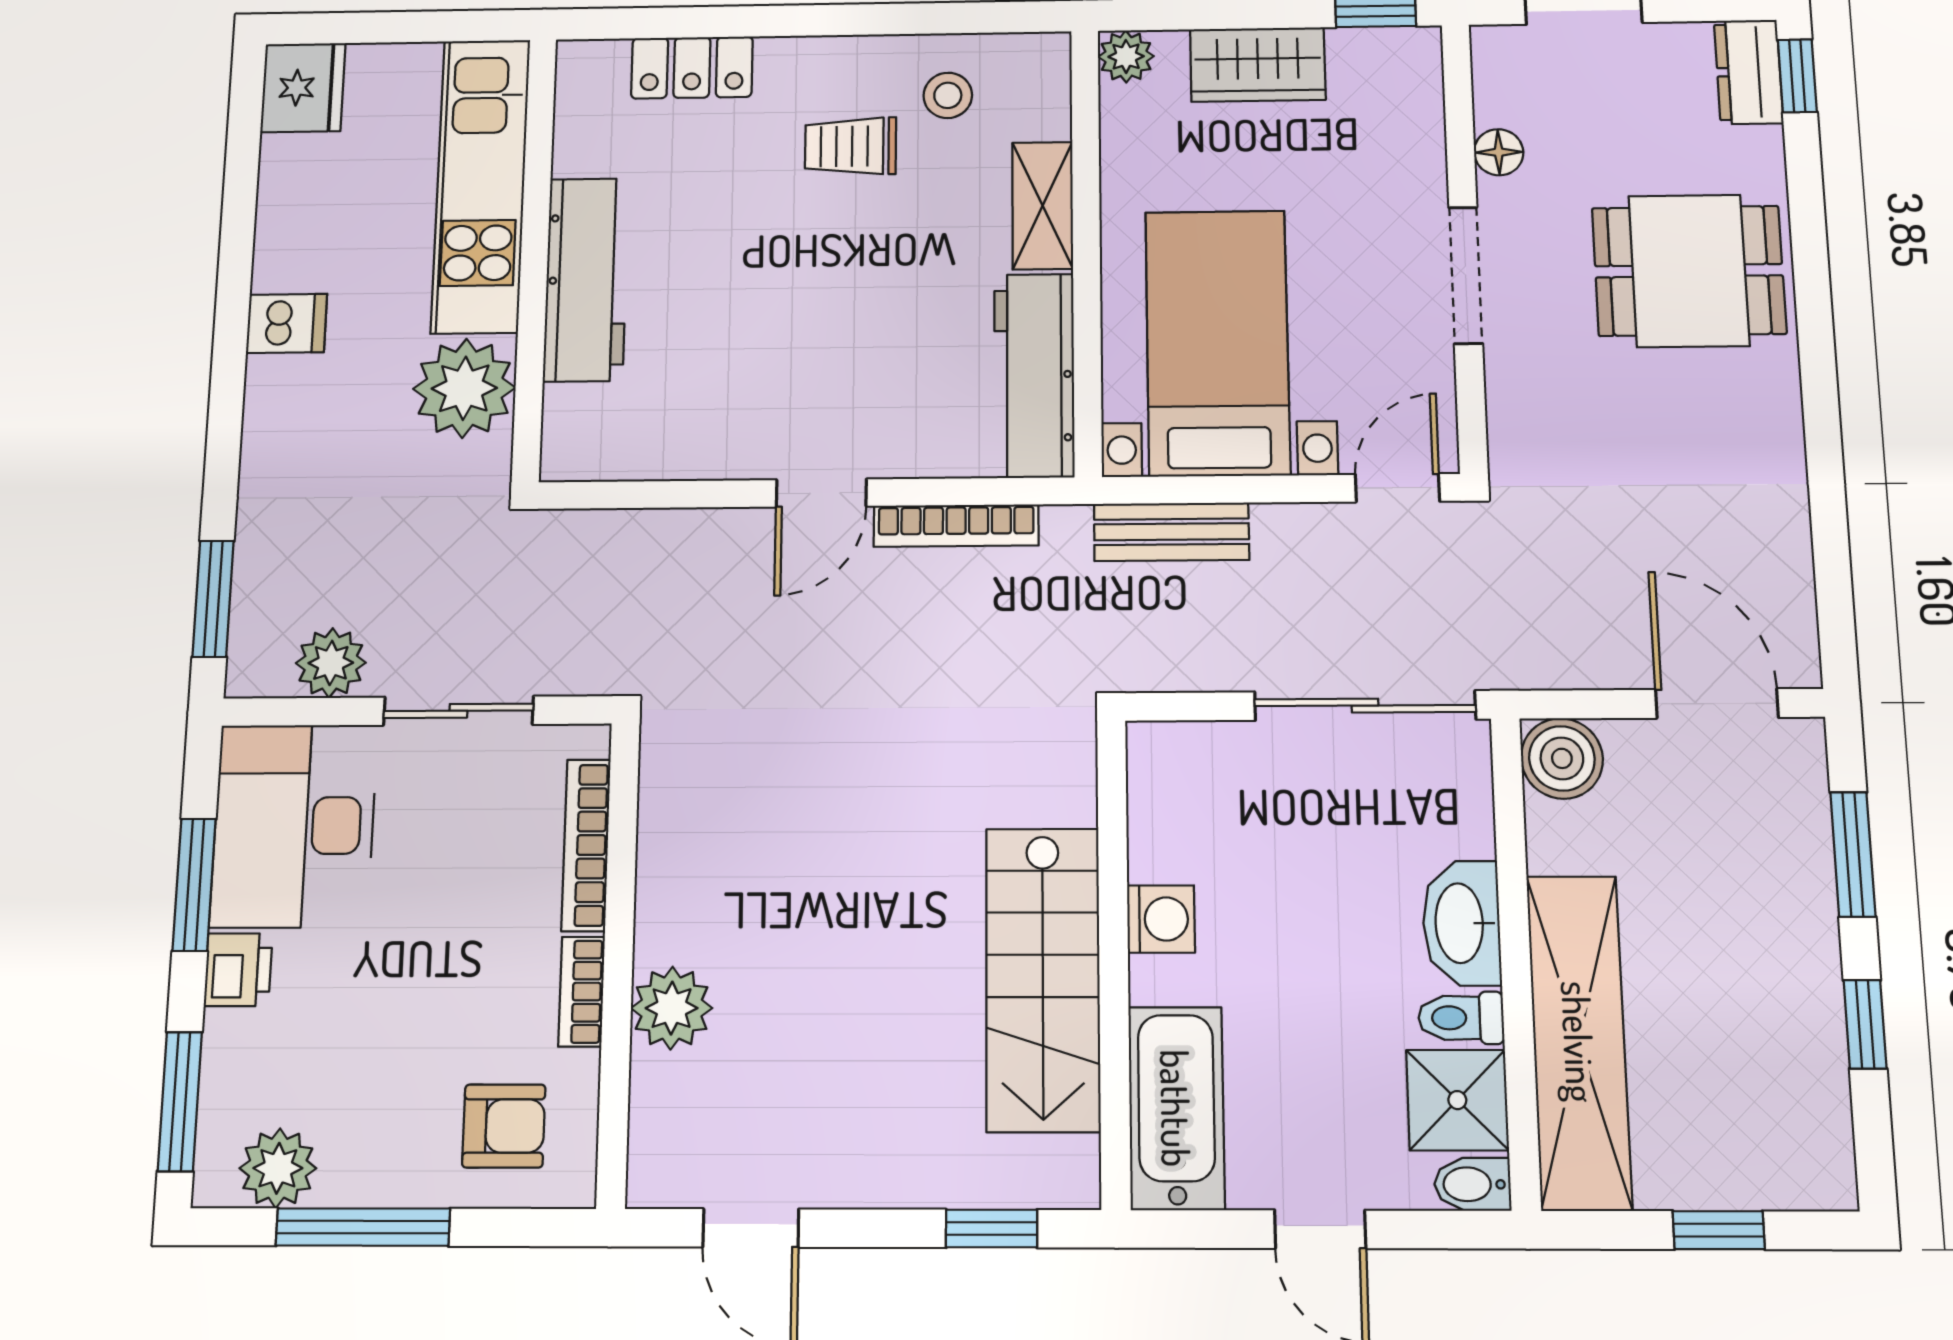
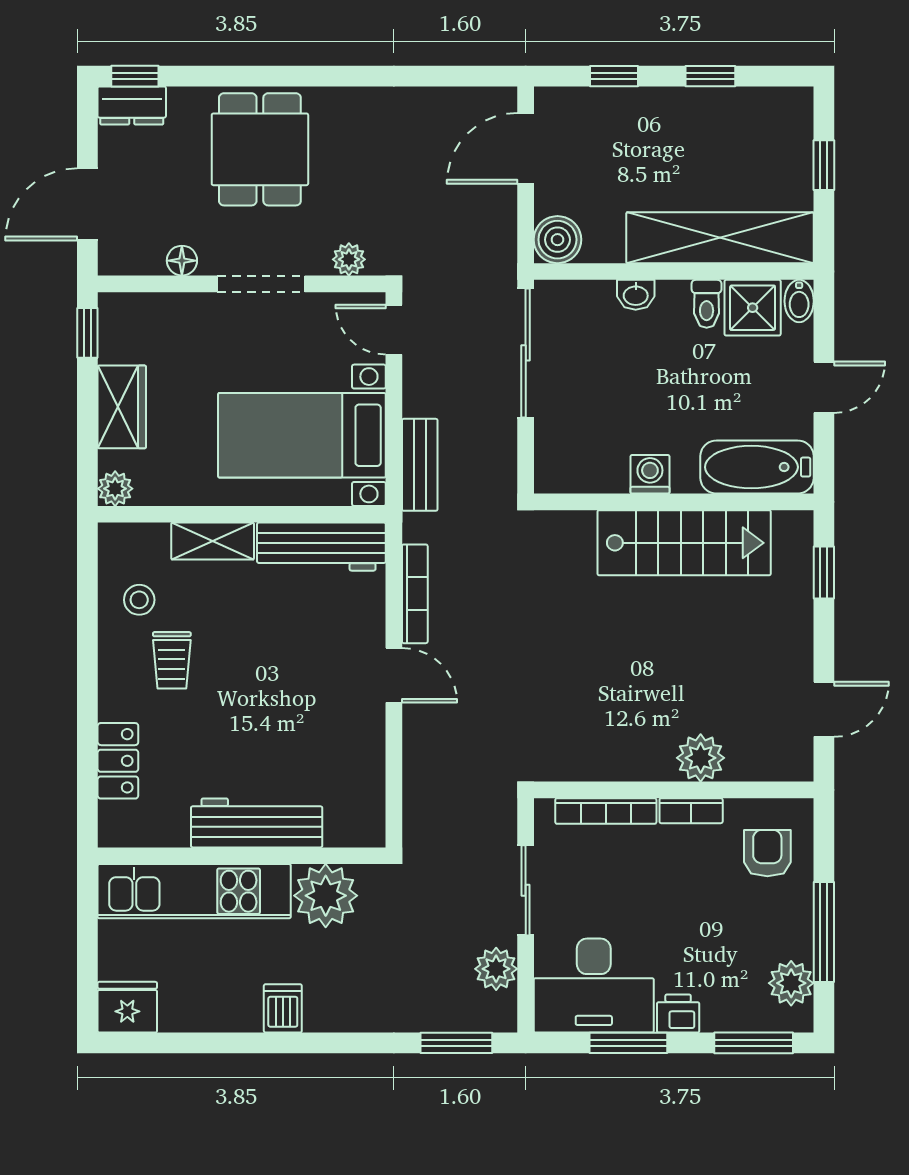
plant: (1512, 414) -> (349, 259), added
window: (1853, 854) -> (614, 76), width x0.67
washbasin: (1461, 923) -> (636, 295), width x0.52, depth x0.69

